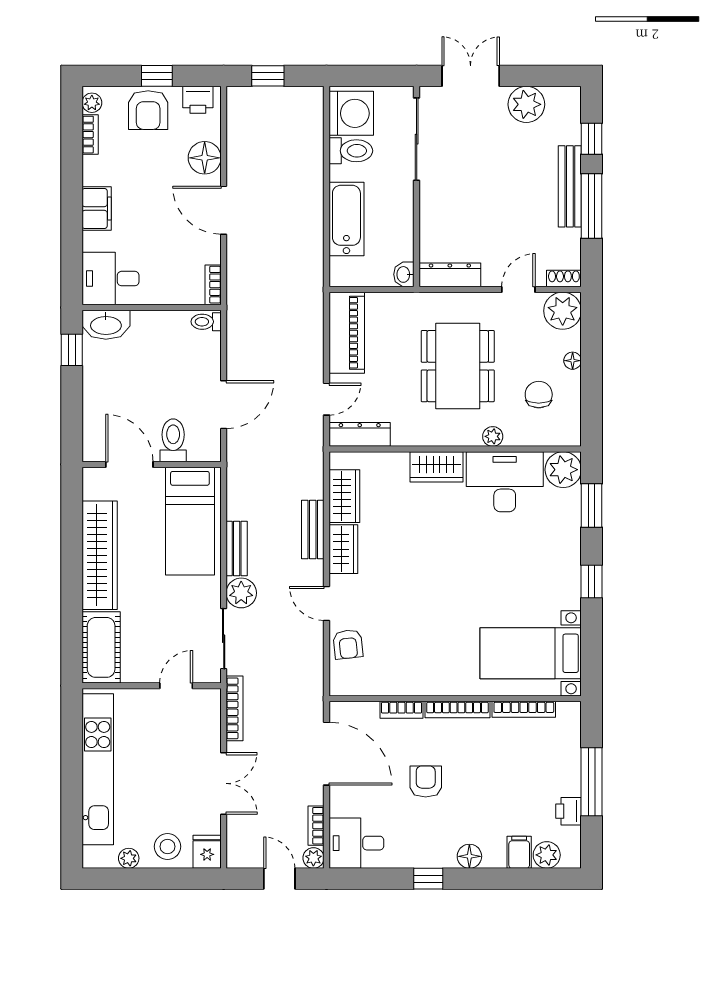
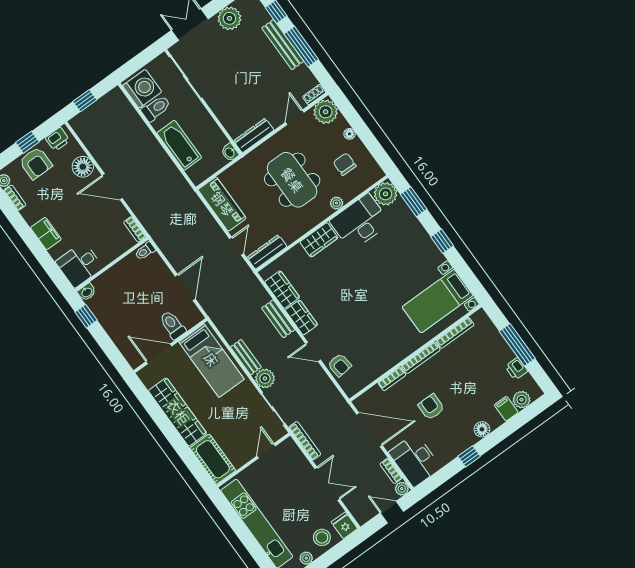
washbasin: (106, 325) -> (87, 292), width x0.52, depth x0.69
desk: (356, 843) -> (415, 460), width x1.37

